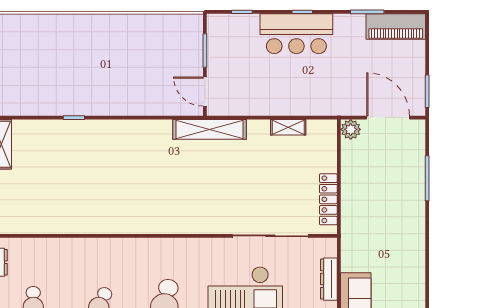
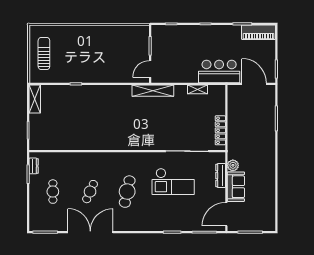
bar counter: (296, 34) -> (219, 72), moved, turned 180
sun lounger: (18, 64) -> (44, 54), added
door: (205, 92) -> (150, 69), hinge flipped
plant: (351, 129) -> (233, 165), moved

